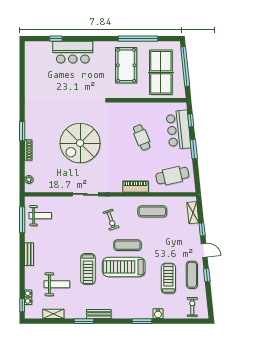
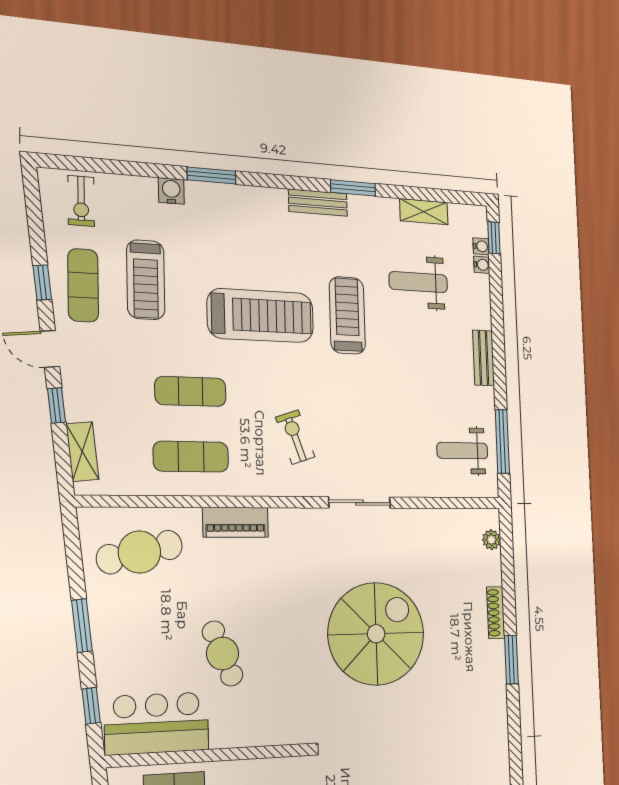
bar counter: (178, 130) -> (157, 723), moved, turned -84
exercise mat: (127, 245) -> (190, 391), moved

